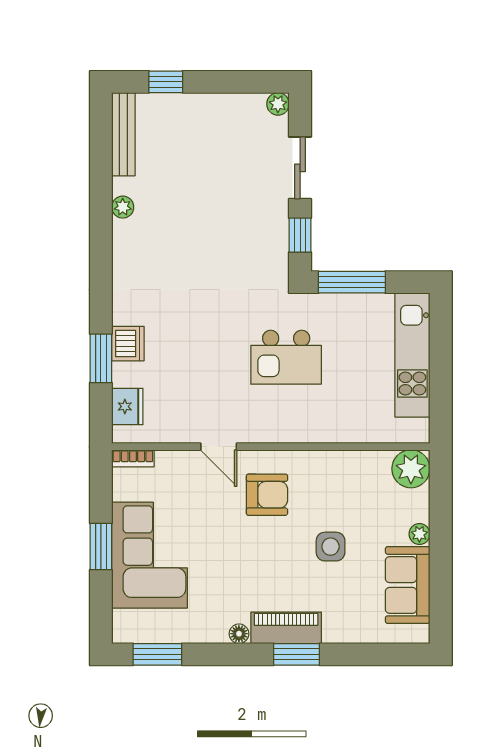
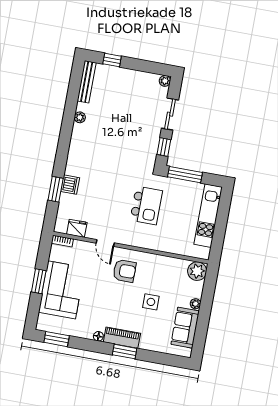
kitchen island: (286, 357) -> (146, 205), turned -90
fridge: (127, 406) -> (77, 228), moved, turned -90

